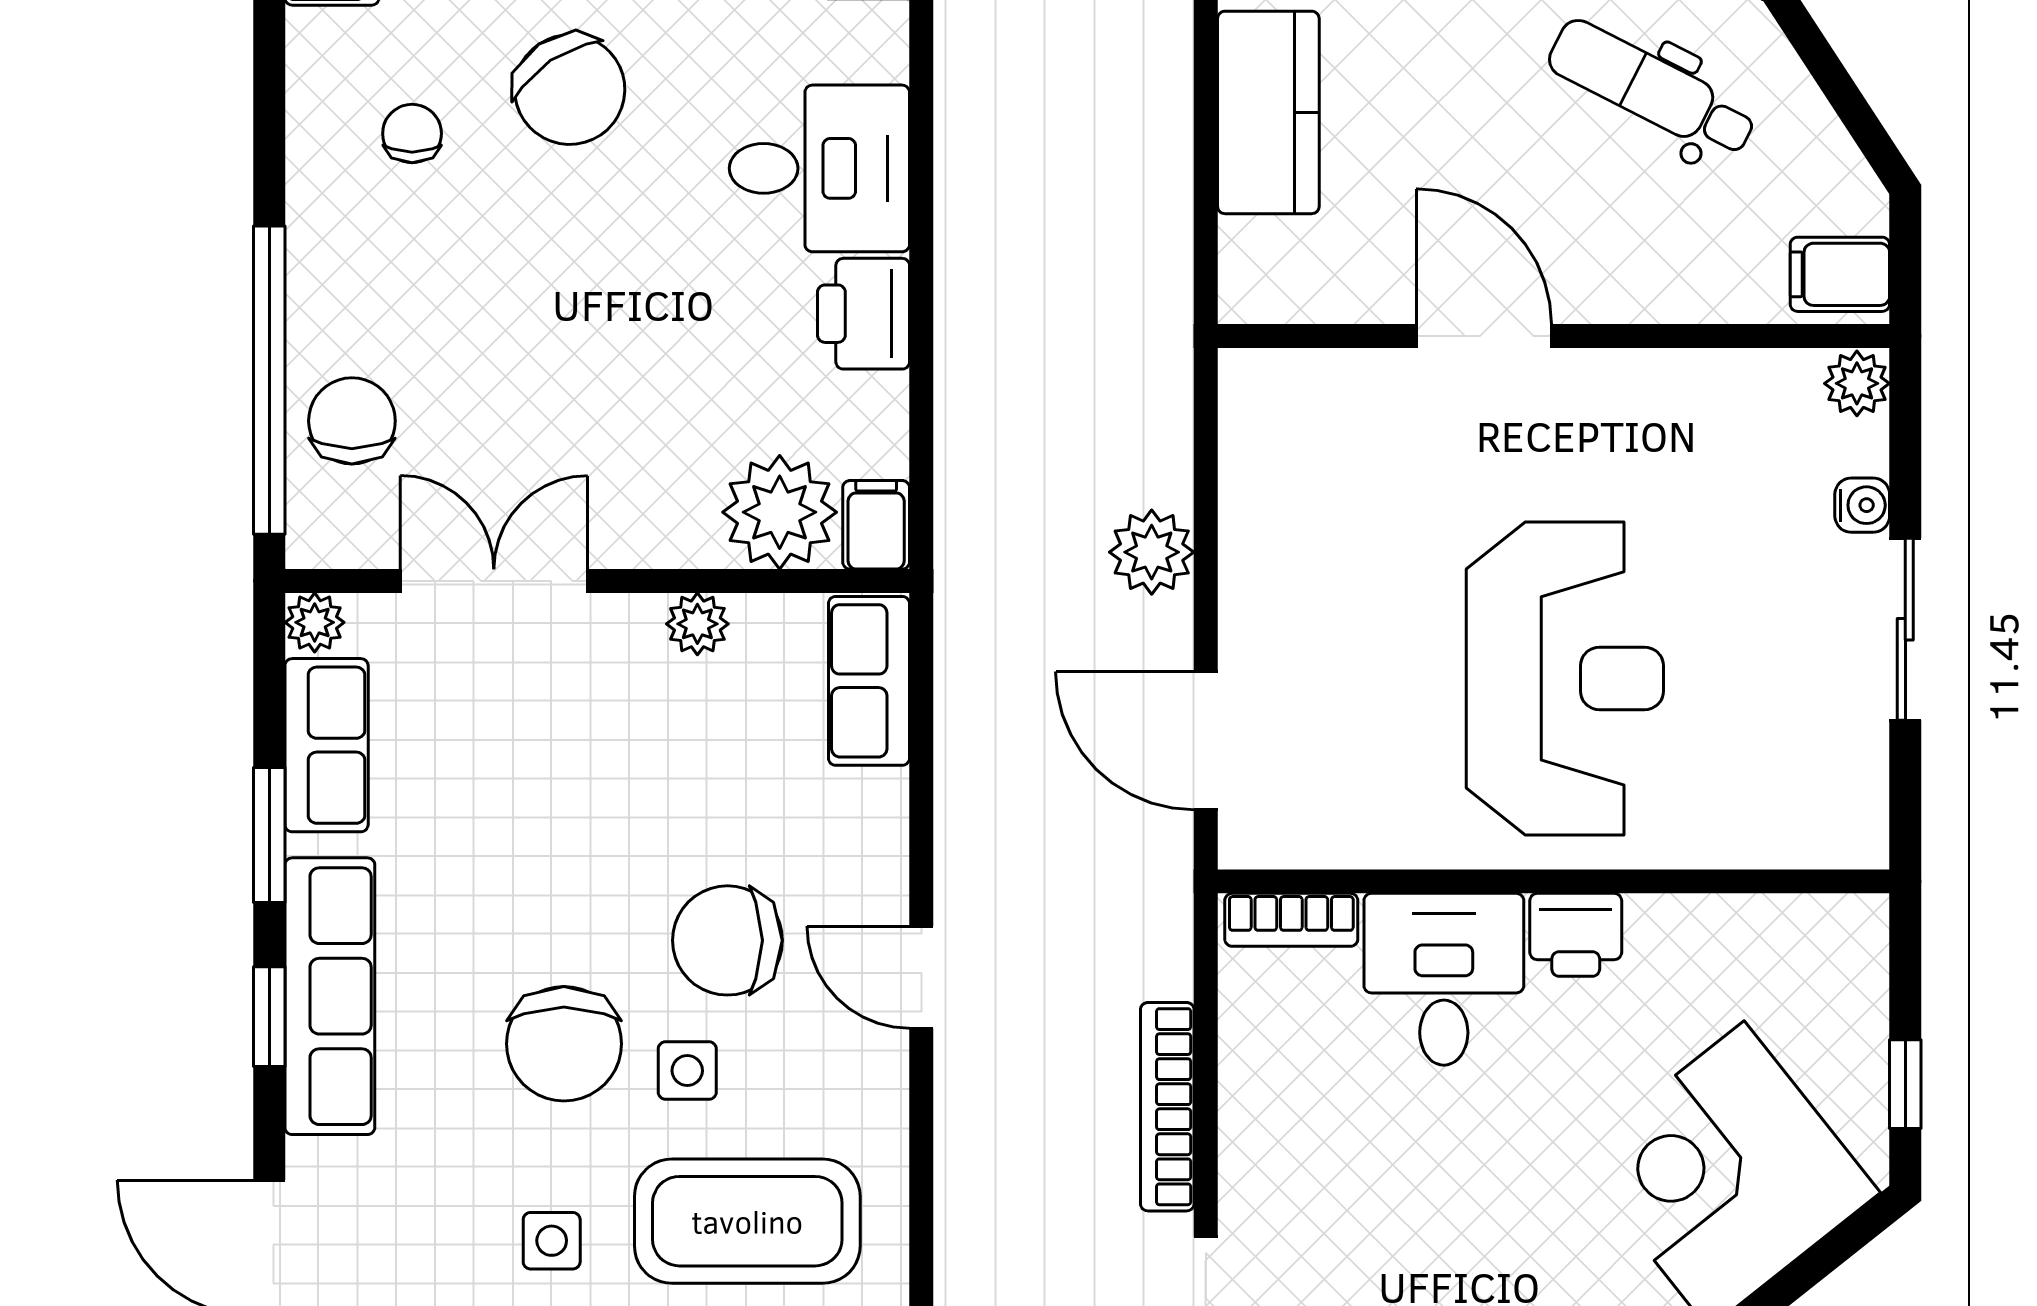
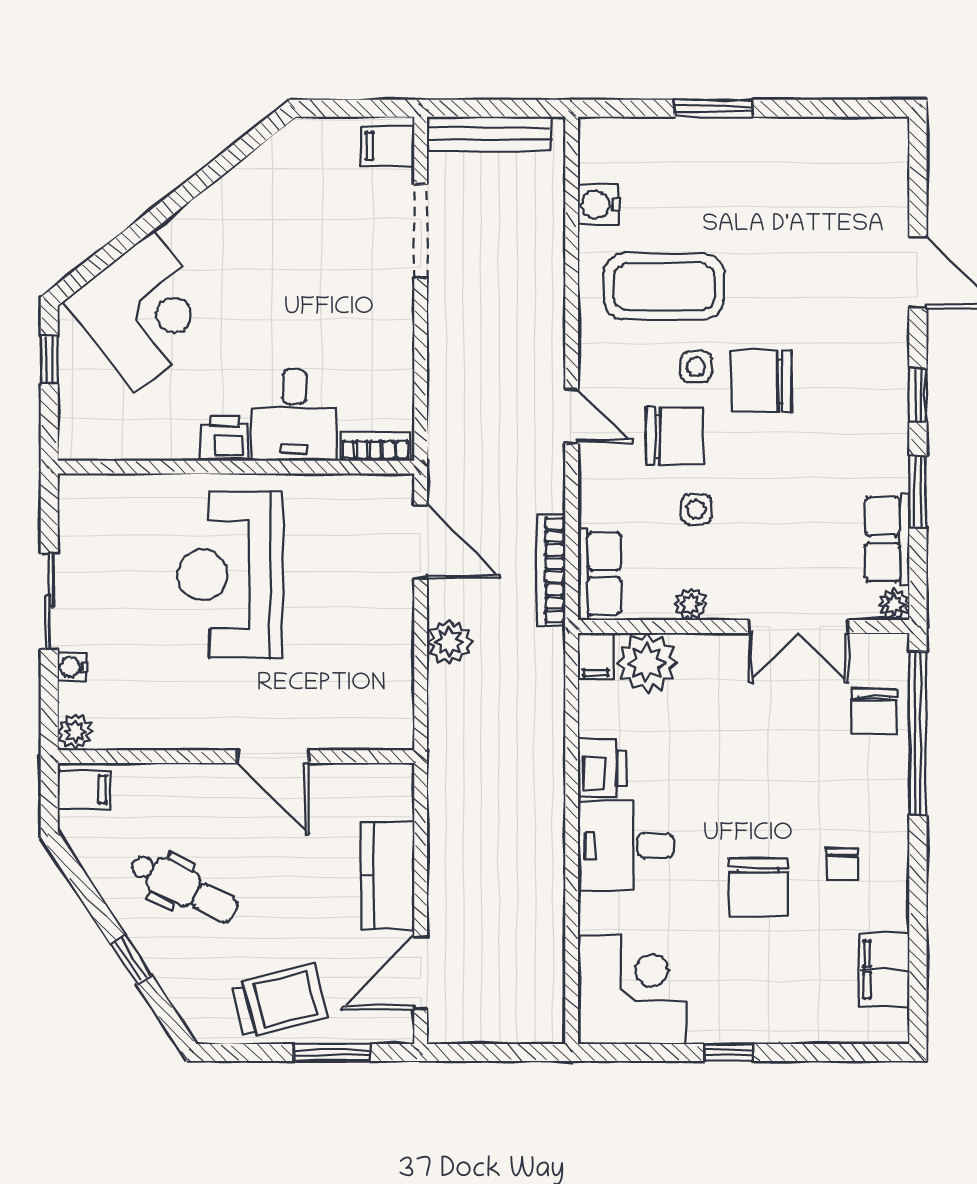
chair: (570, 90) -> (758, 887), turned -146
row of seats: (330, 996) -> (886, 406), removed
chair: (564, 1044) -> (761, 381), turned -90
bookcase: (1167, 1107) -> (551, 570), moved, turned 180
side table: (552, 1241) -> (696, 509), moved

